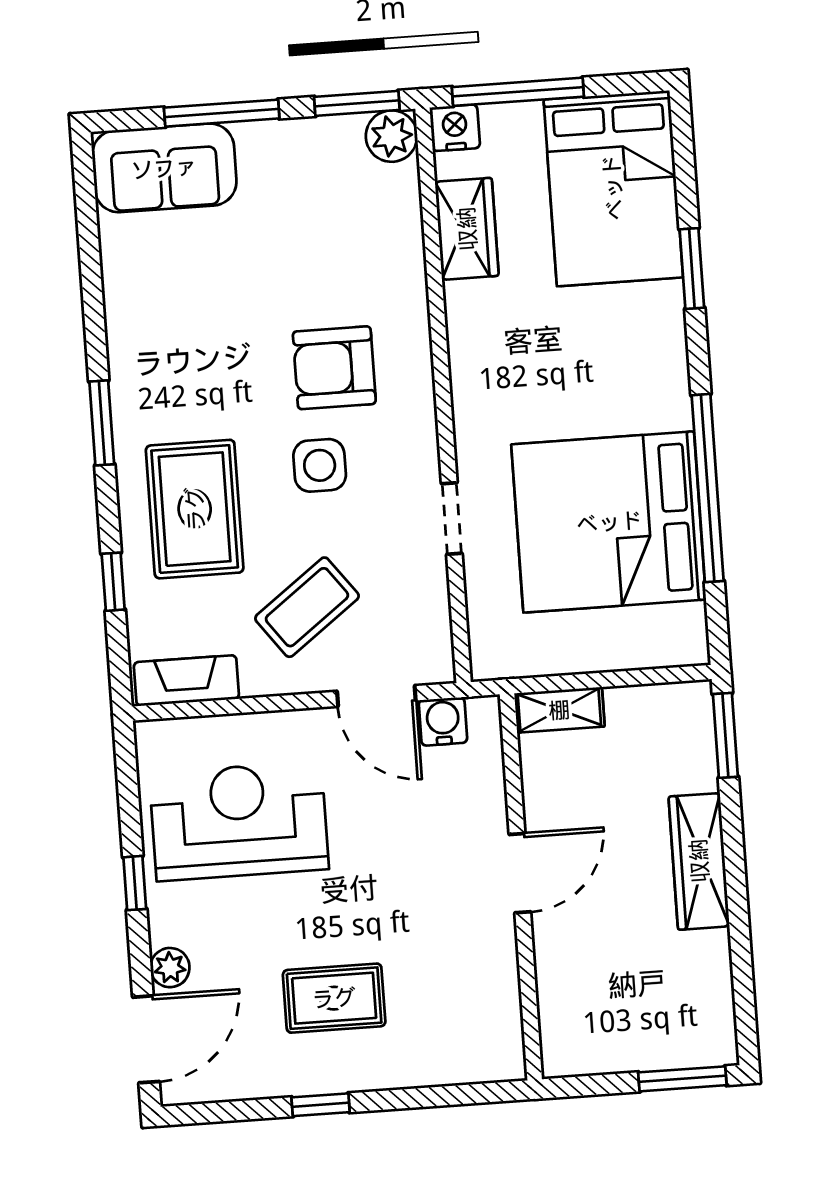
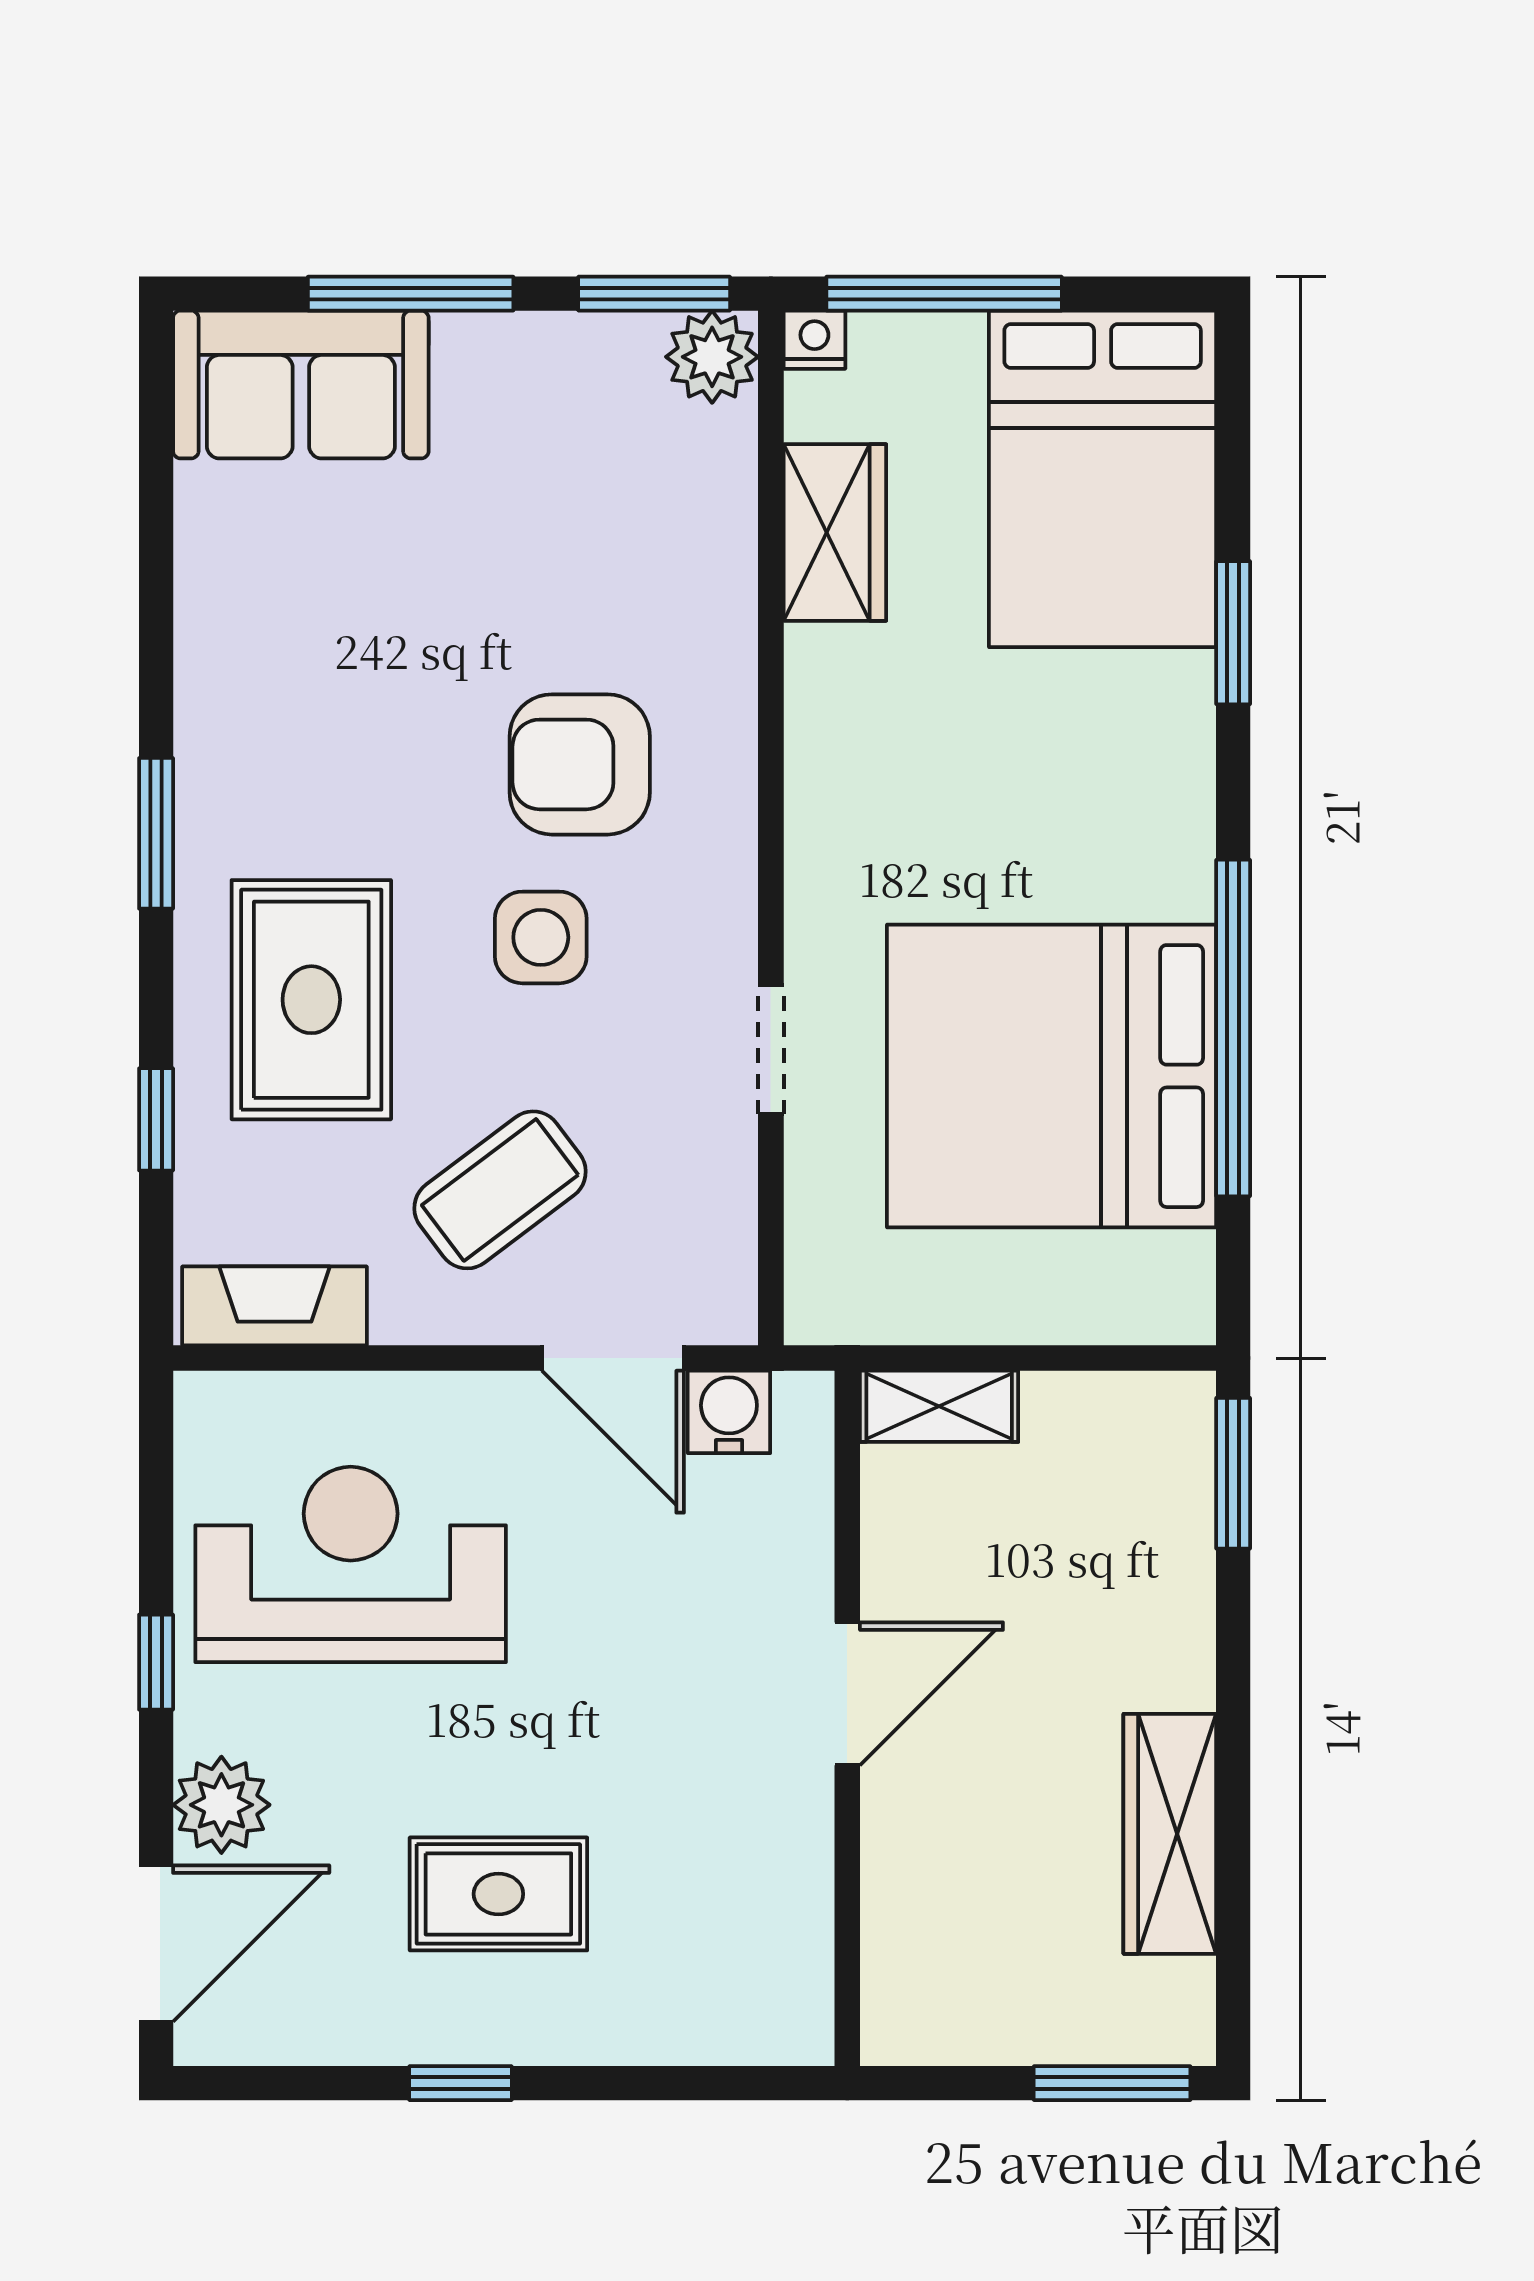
nightstand: (455, 128) -> (814, 340), width x0.72, depth x0.74
wardrobe: (699, 861) -> (1170, 1834), moved
plant: (170, 968) -> (221, 1805), width x1.38, depth x1.38

